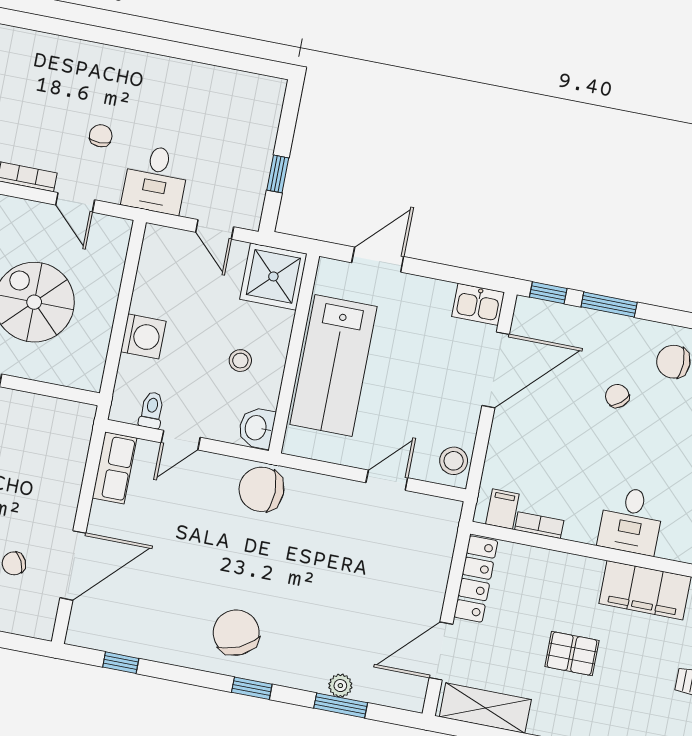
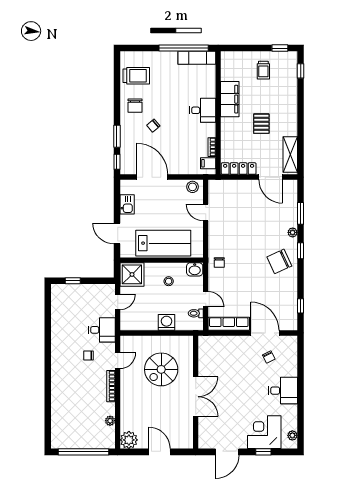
window: (278, 174) -> (73, 281), moved
kitchen sink: (478, 304) -> (127, 204), moved
row of seats: (114, 468) -> (229, 324), width x1.48
chair: (261, 489) -> (219, 263), width x0.54, depth x0.54
plant: (340, 686) -> (293, 232), moved

